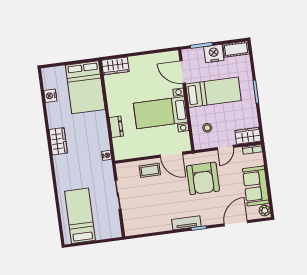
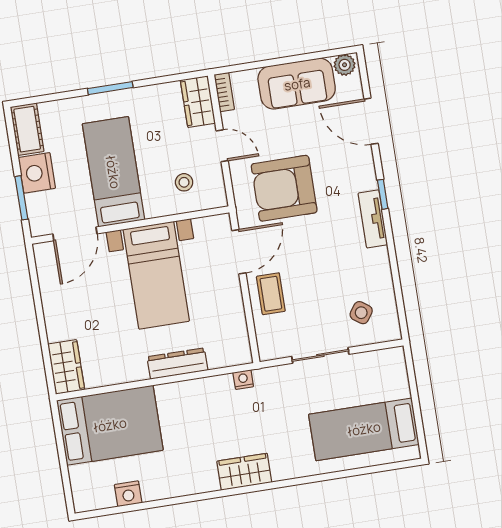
dresser: (116, 127) -> (177, 364), width x1.44
wardrobe: (58, 141) -> (244, 472), moved
armchair: (203, 178) -> (284, 188), turned 180
side table: (139, 216) -> (361, 313), added

